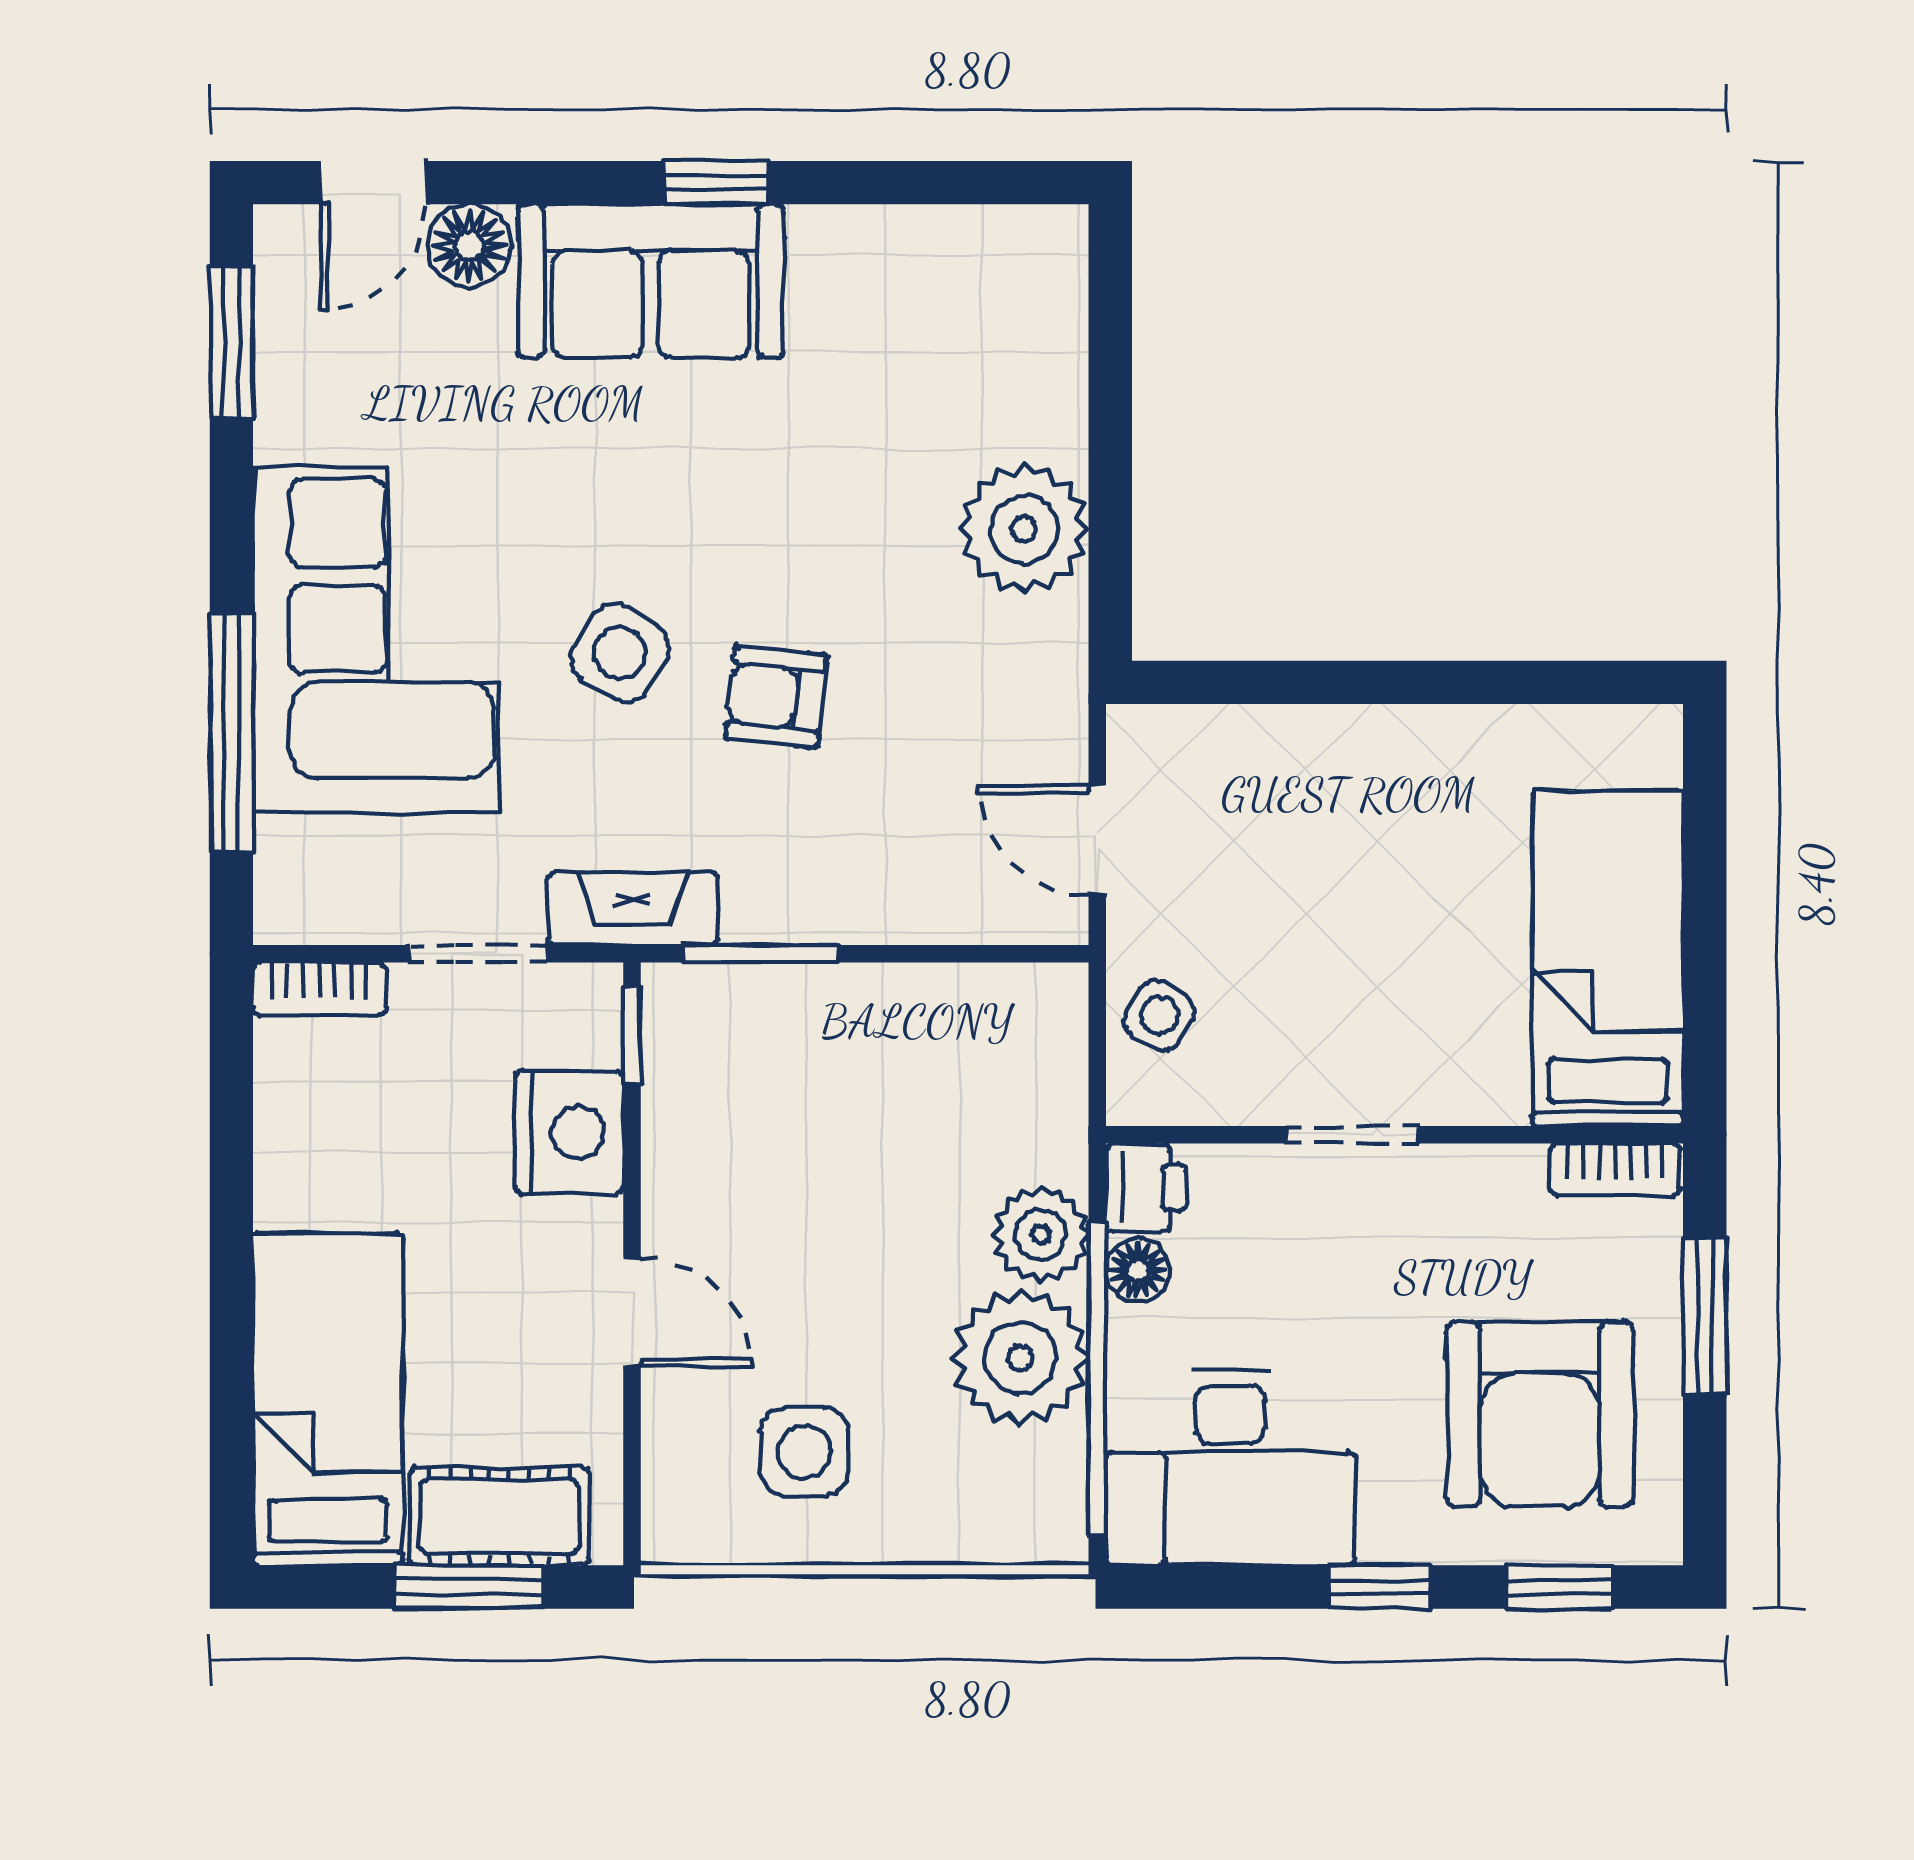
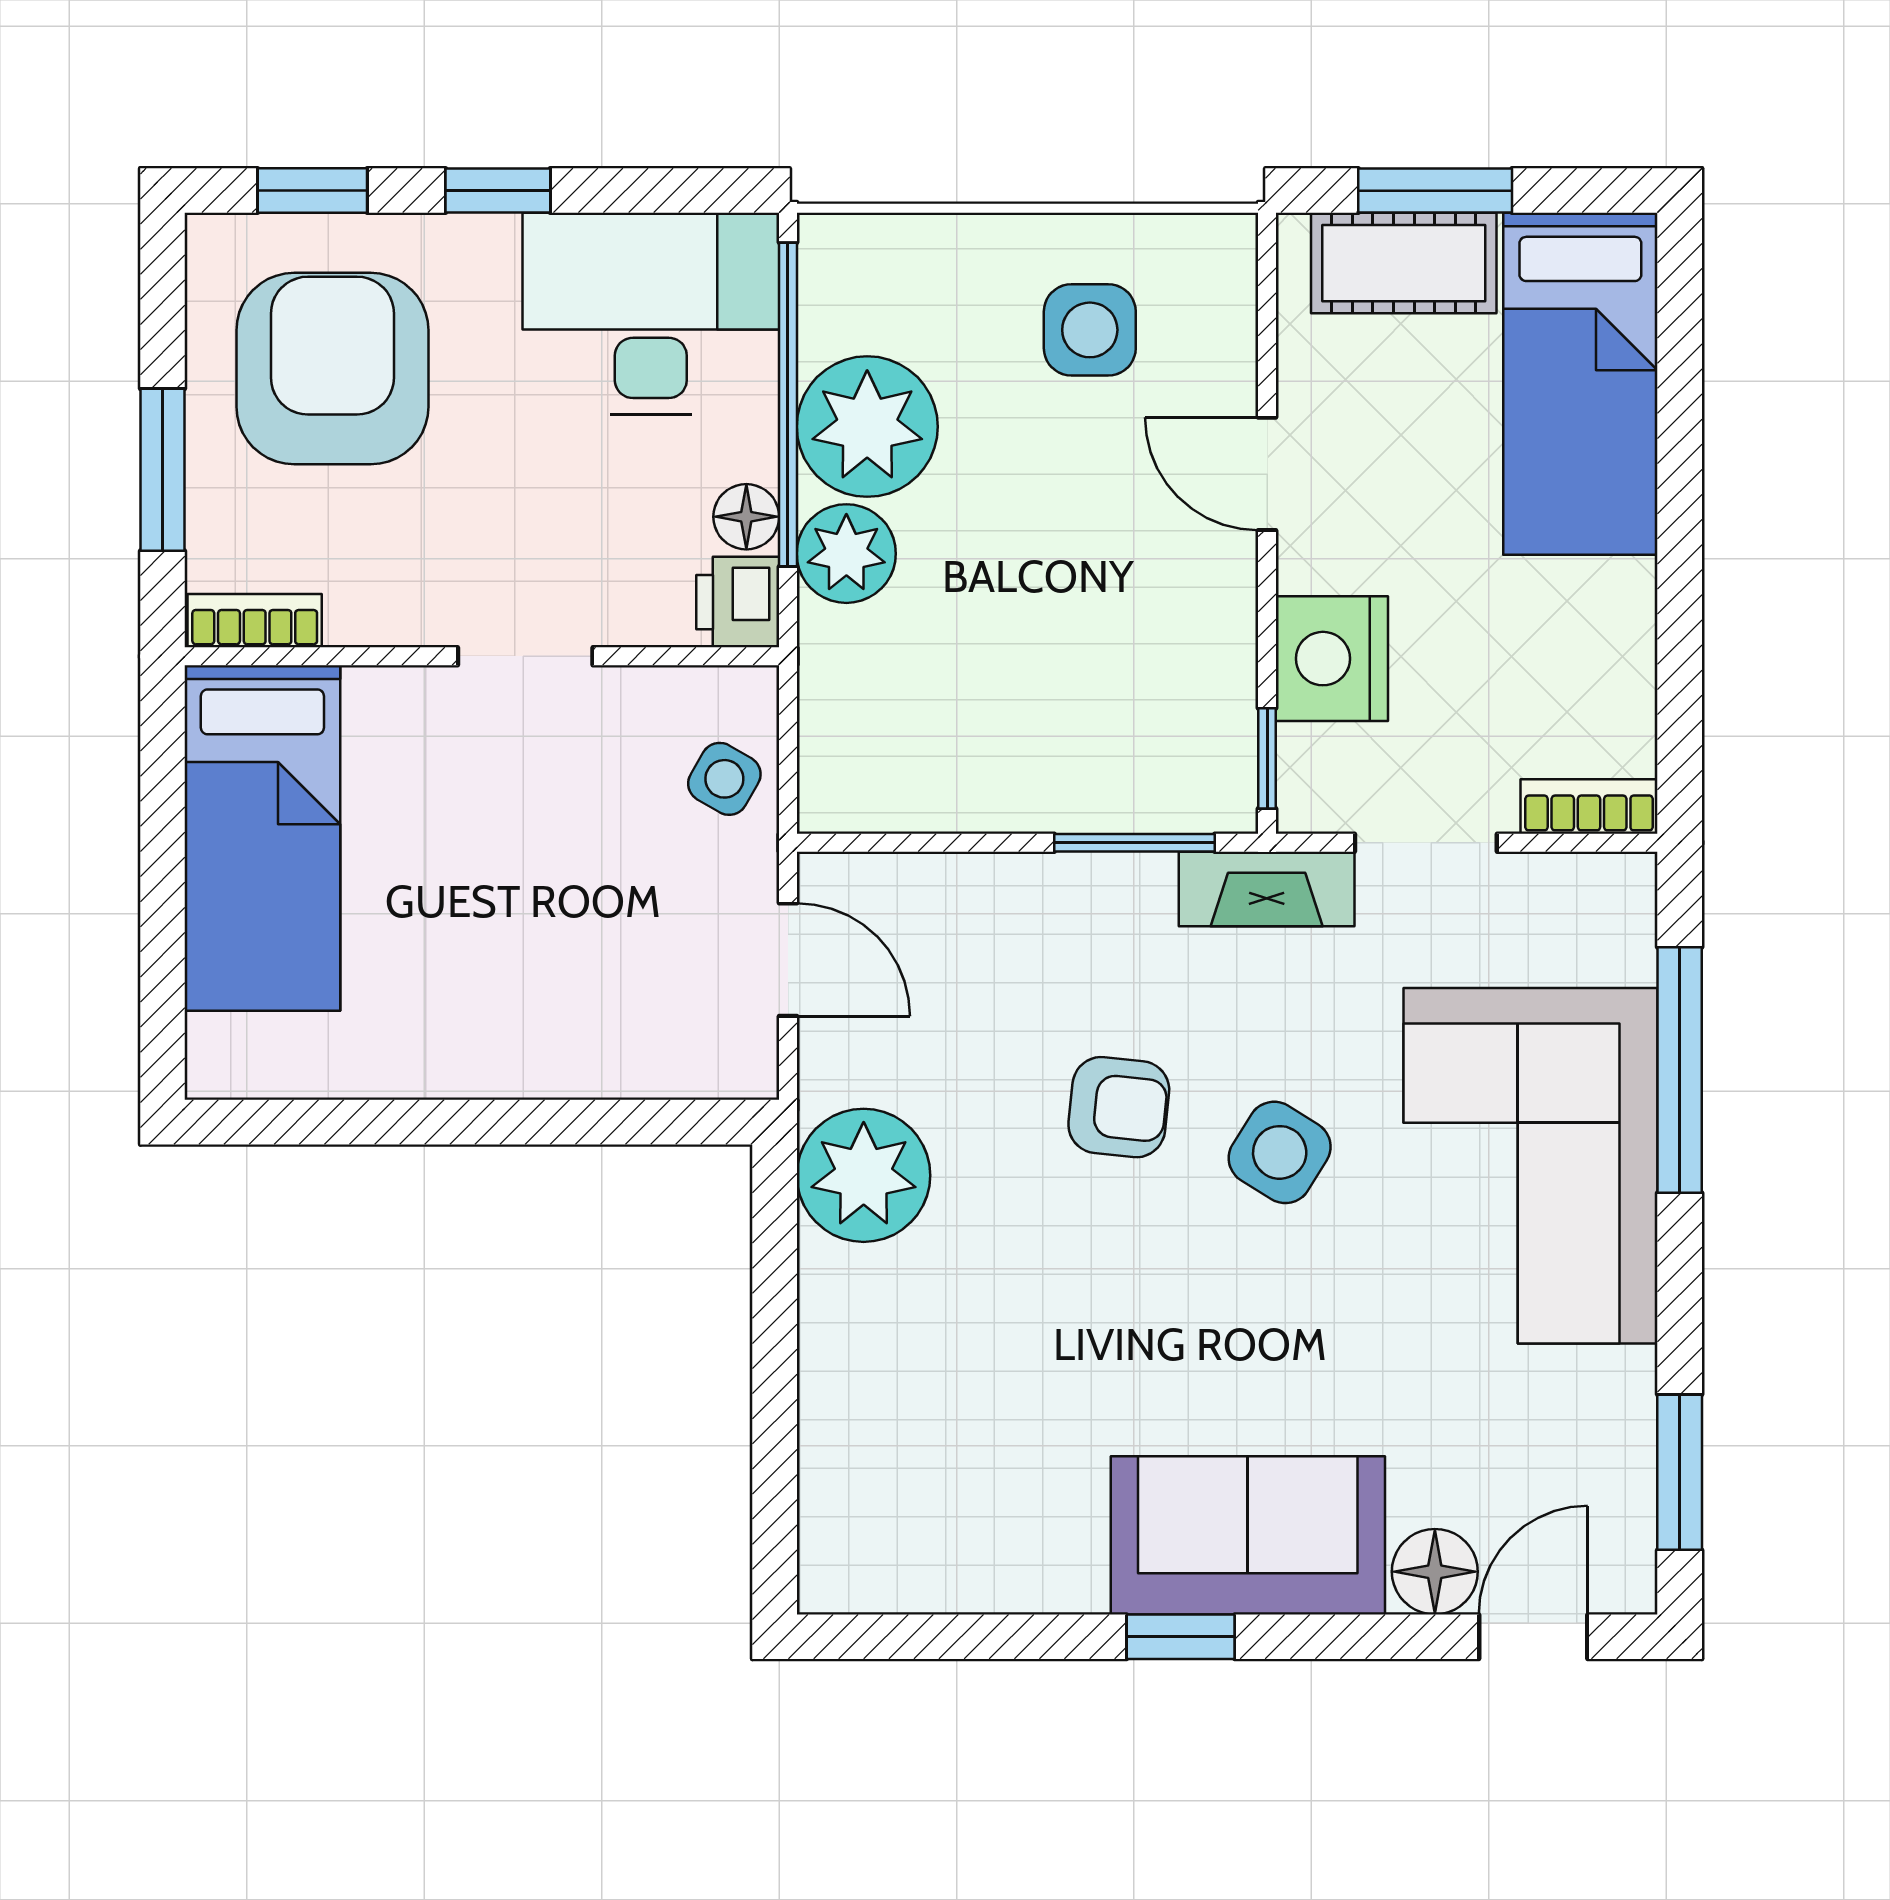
plant: (1024, 529) -> (864, 1175), moved

